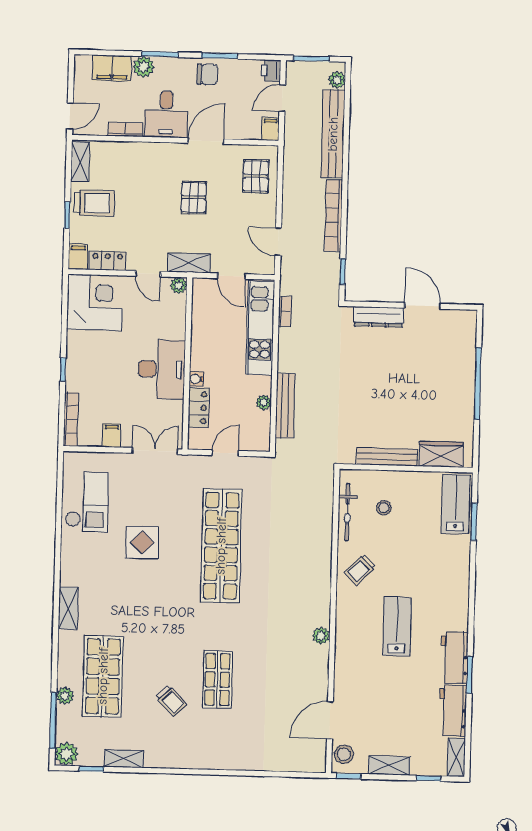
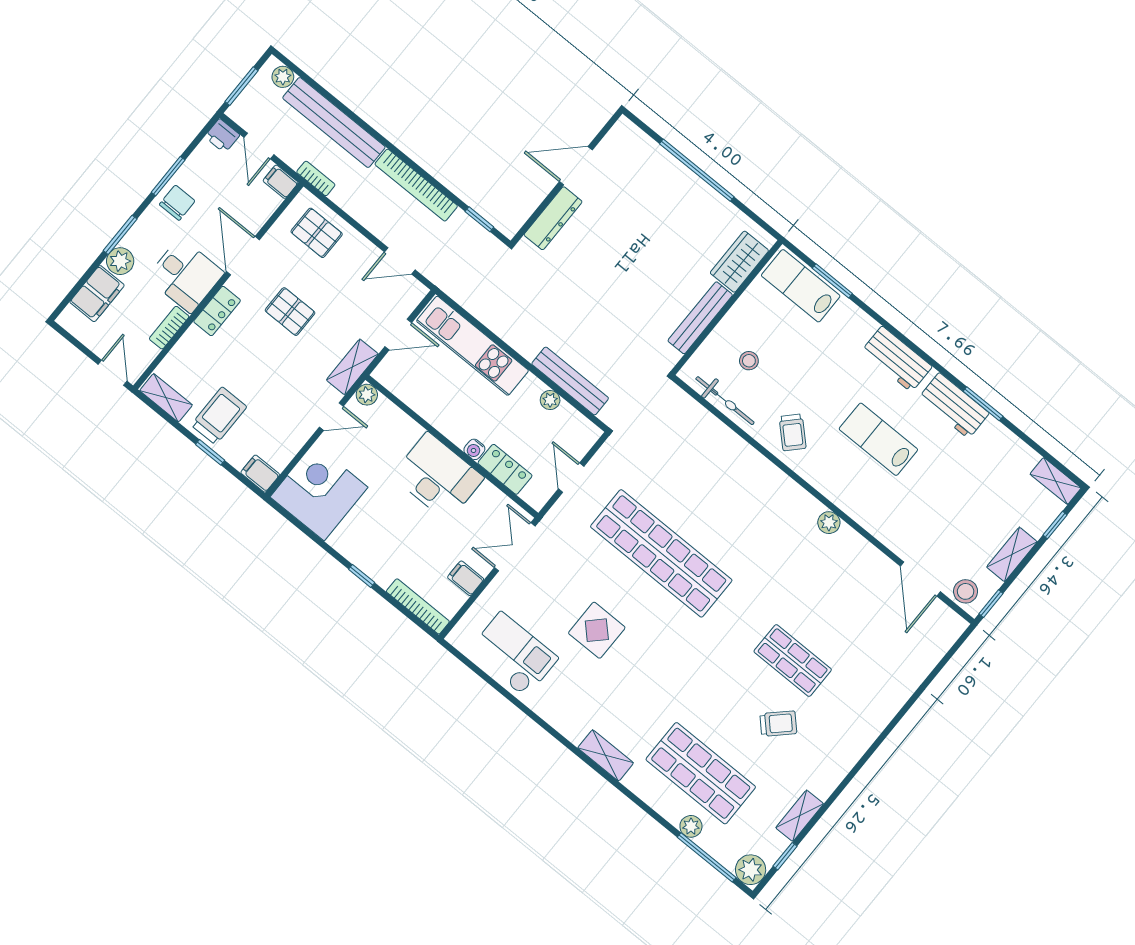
locker: (108, 261) -> (217, 311), moved, turned 180
bookcase: (285, 311) -> (316, 178), moved
workbench: (453, 711) -> (897, 359), moved

